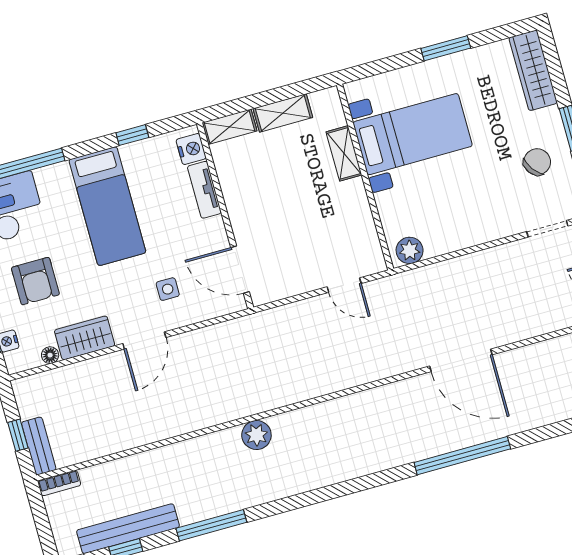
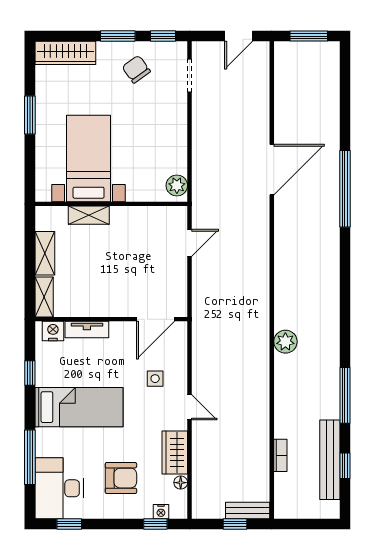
door: (144, 341) -> (189, 407), width x0.73
bookcase: (59, 483) -> (280, 455), moved

